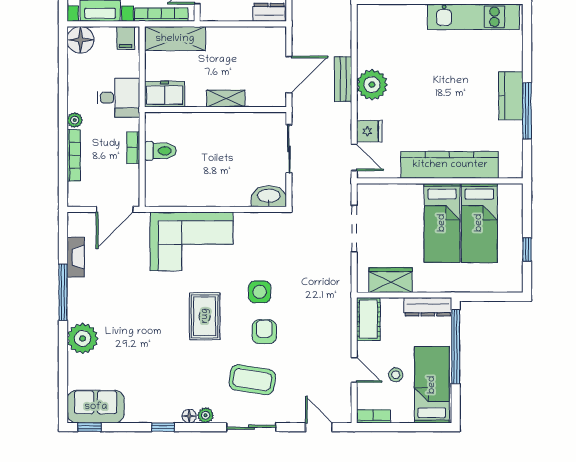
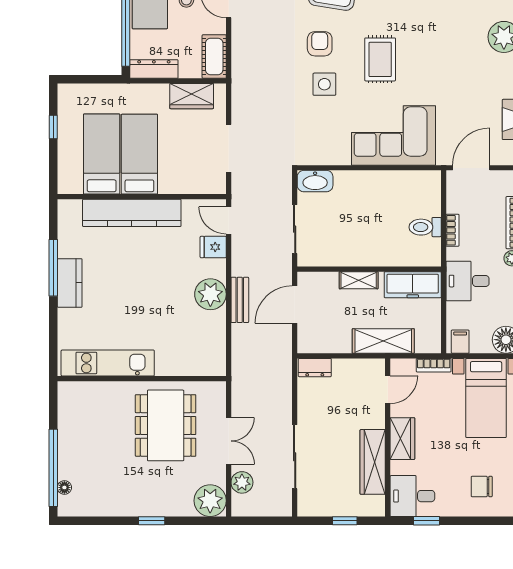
bookcase: (161, 15) -> (434, 365), width x0.64
shelving: (175, 39) -> (383, 341), moved
freezer: (165, 94) -> (413, 285), width x1.40
armchair: (264, 332) -> (320, 44), turned 180

